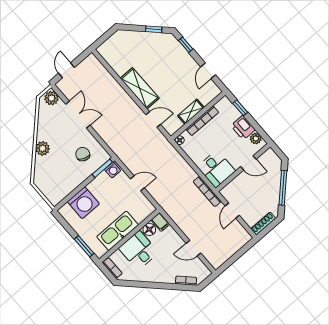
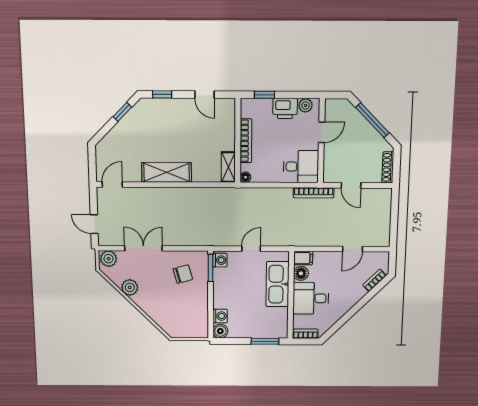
shelving: (191, 112) -> (228, 167), moved
door: (153, 119) -> (112, 184), moved
plant: (43, 148) -> (130, 287), moved
chair: (83, 154) -> (183, 274), turned 142
washing machine: (83, 203) -> (220, 316), width x0.53, depth x0.53
boiler: (66, 211) -> (220, 331), added
kitchen sink: (118, 231) -> (278, 284), moved

